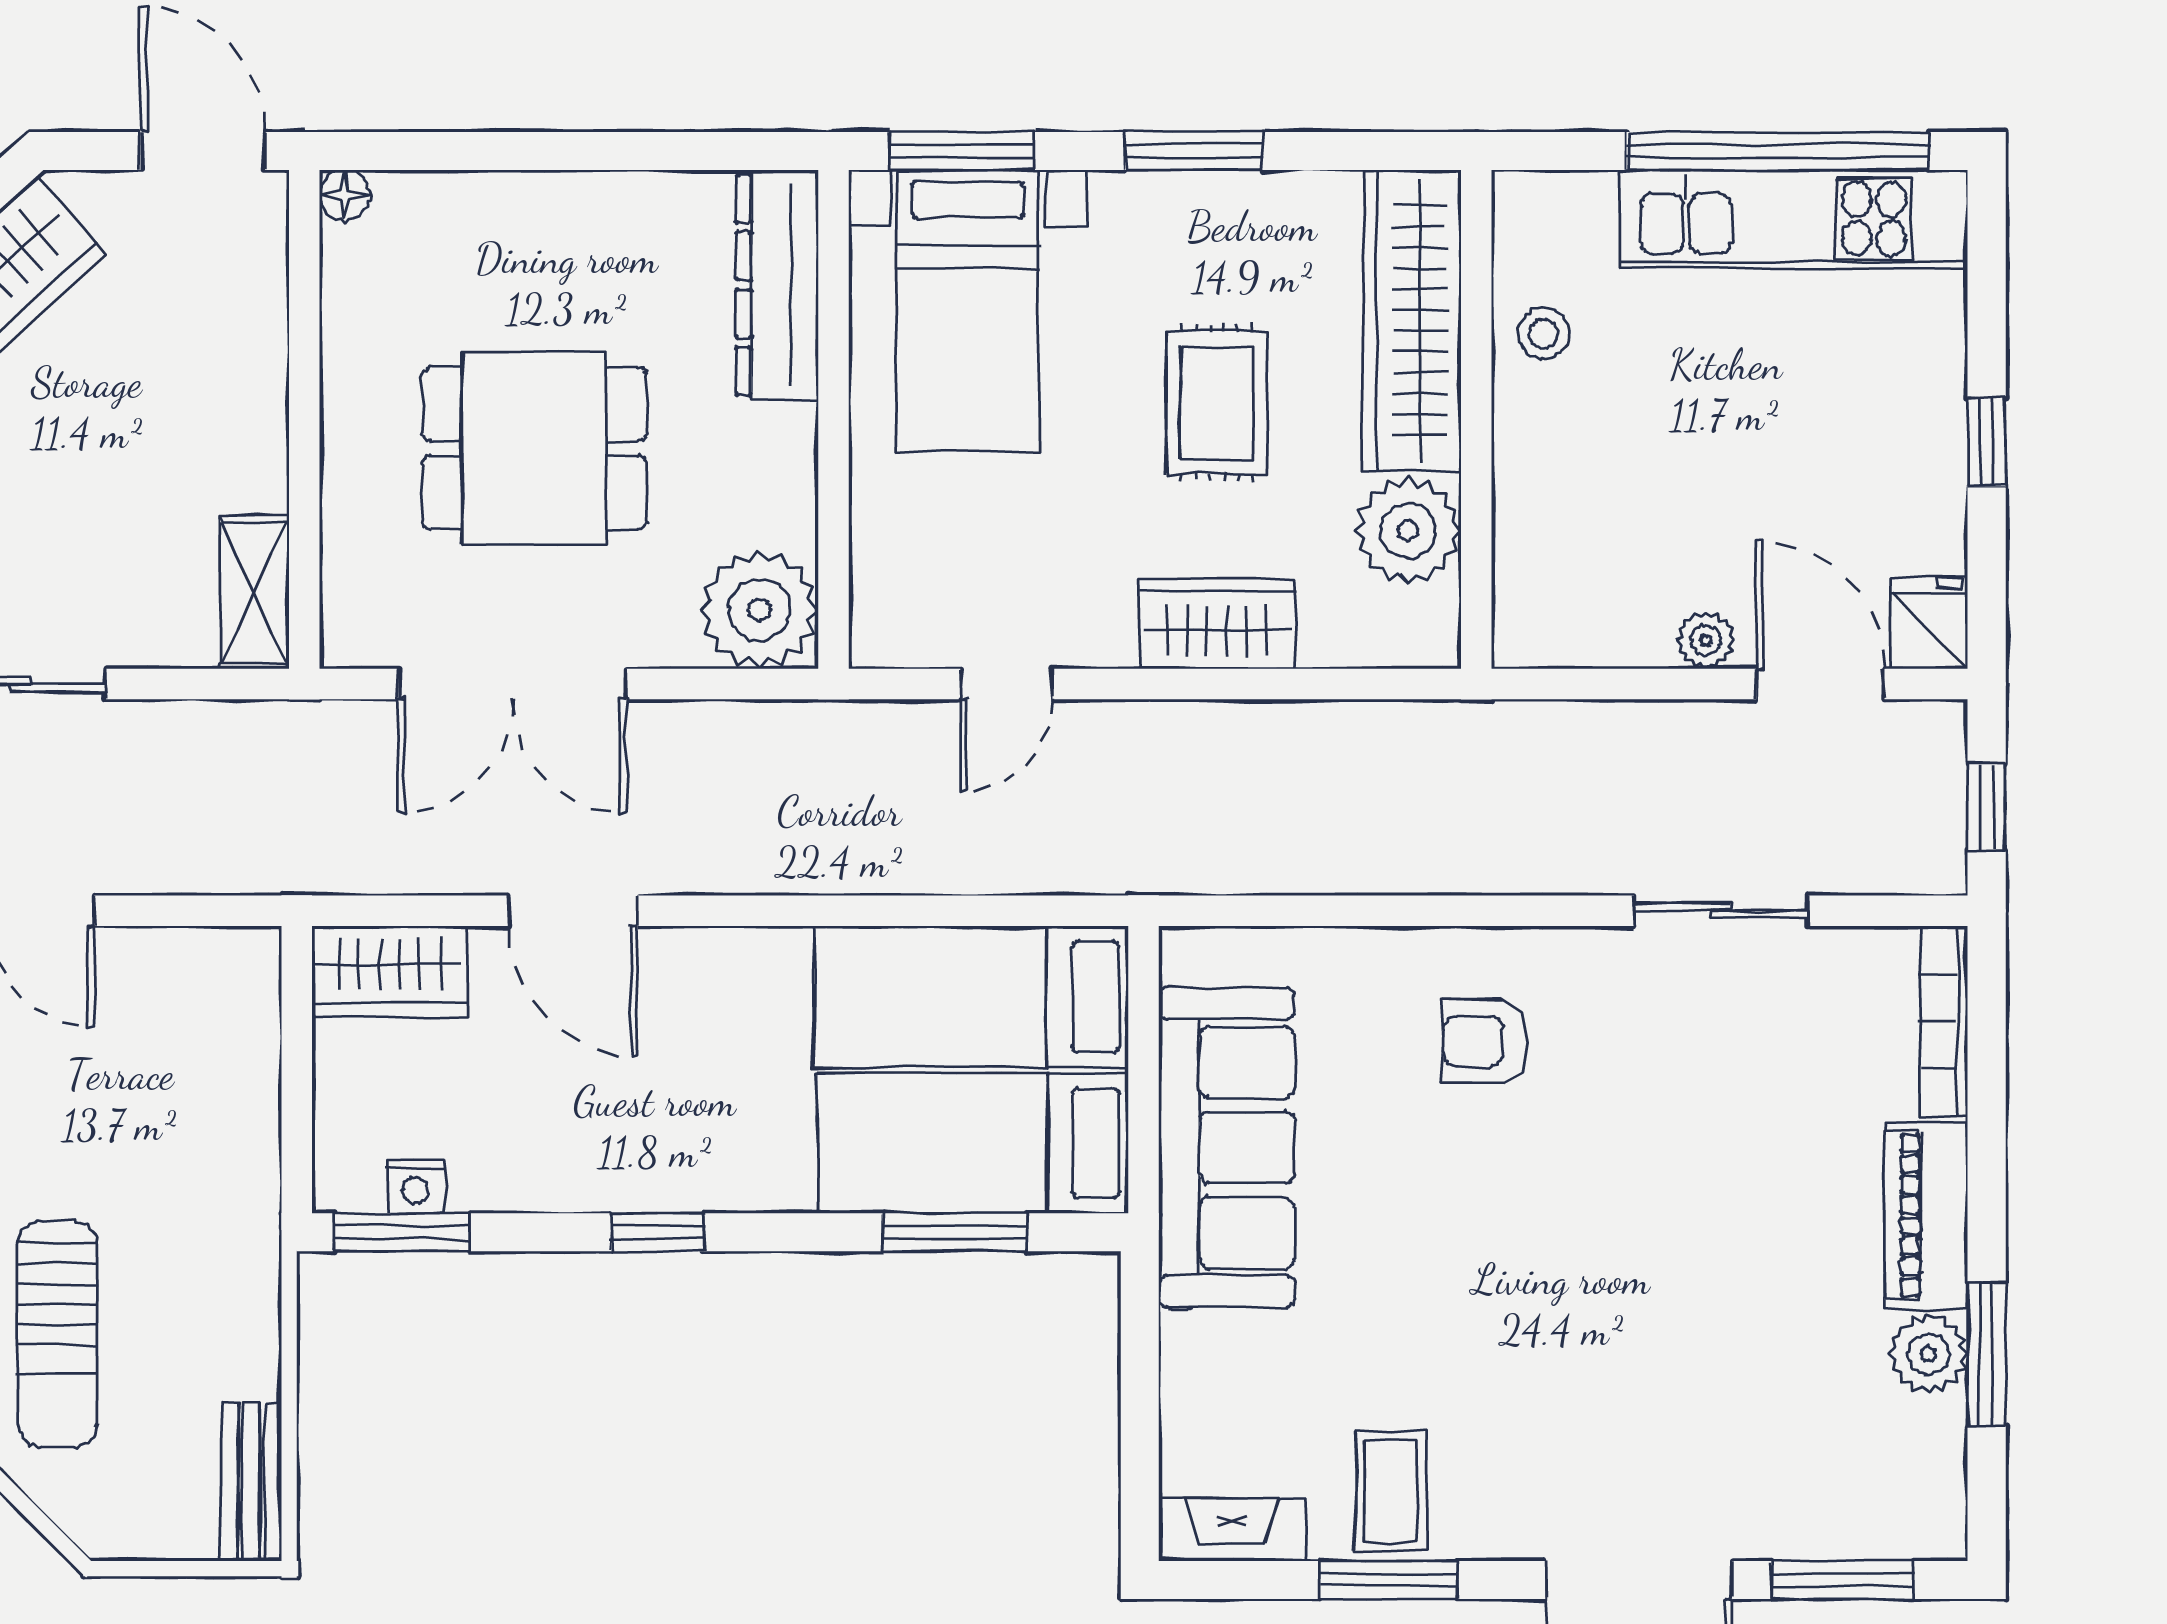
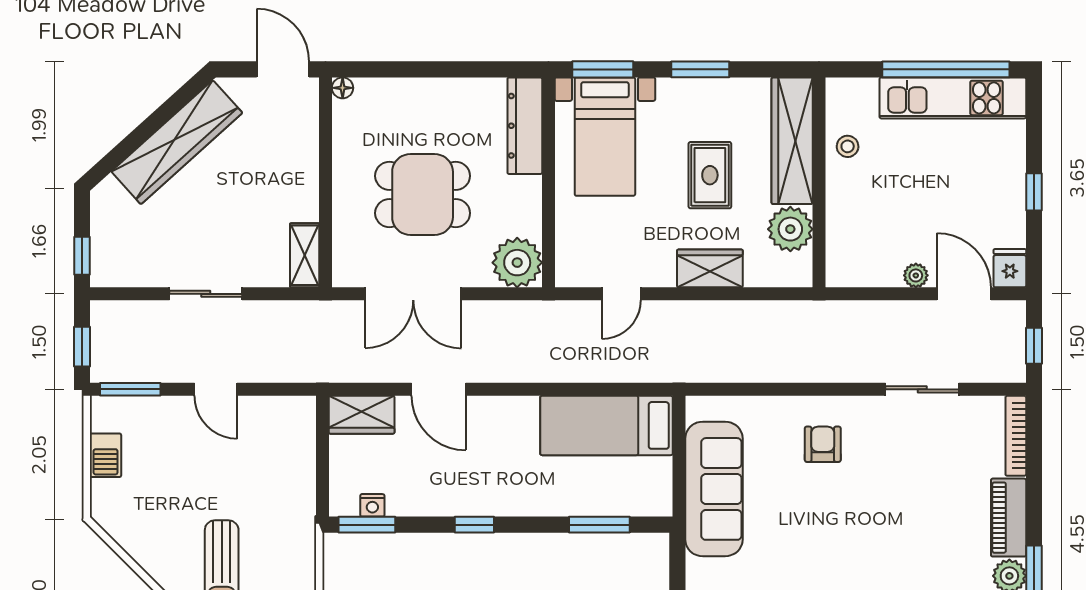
armchair: (1485, 1041) -> (823, 444), turned 90
bed: (973, 1143) -> (607, 487), removed

